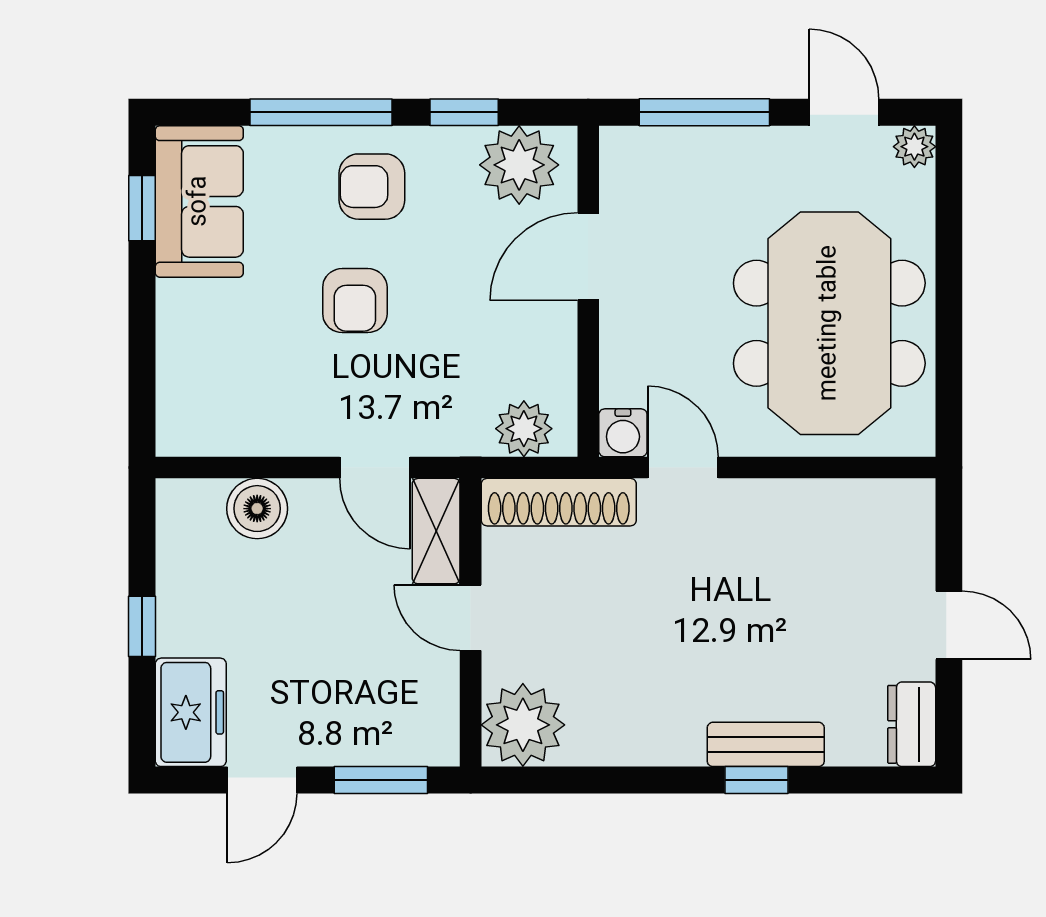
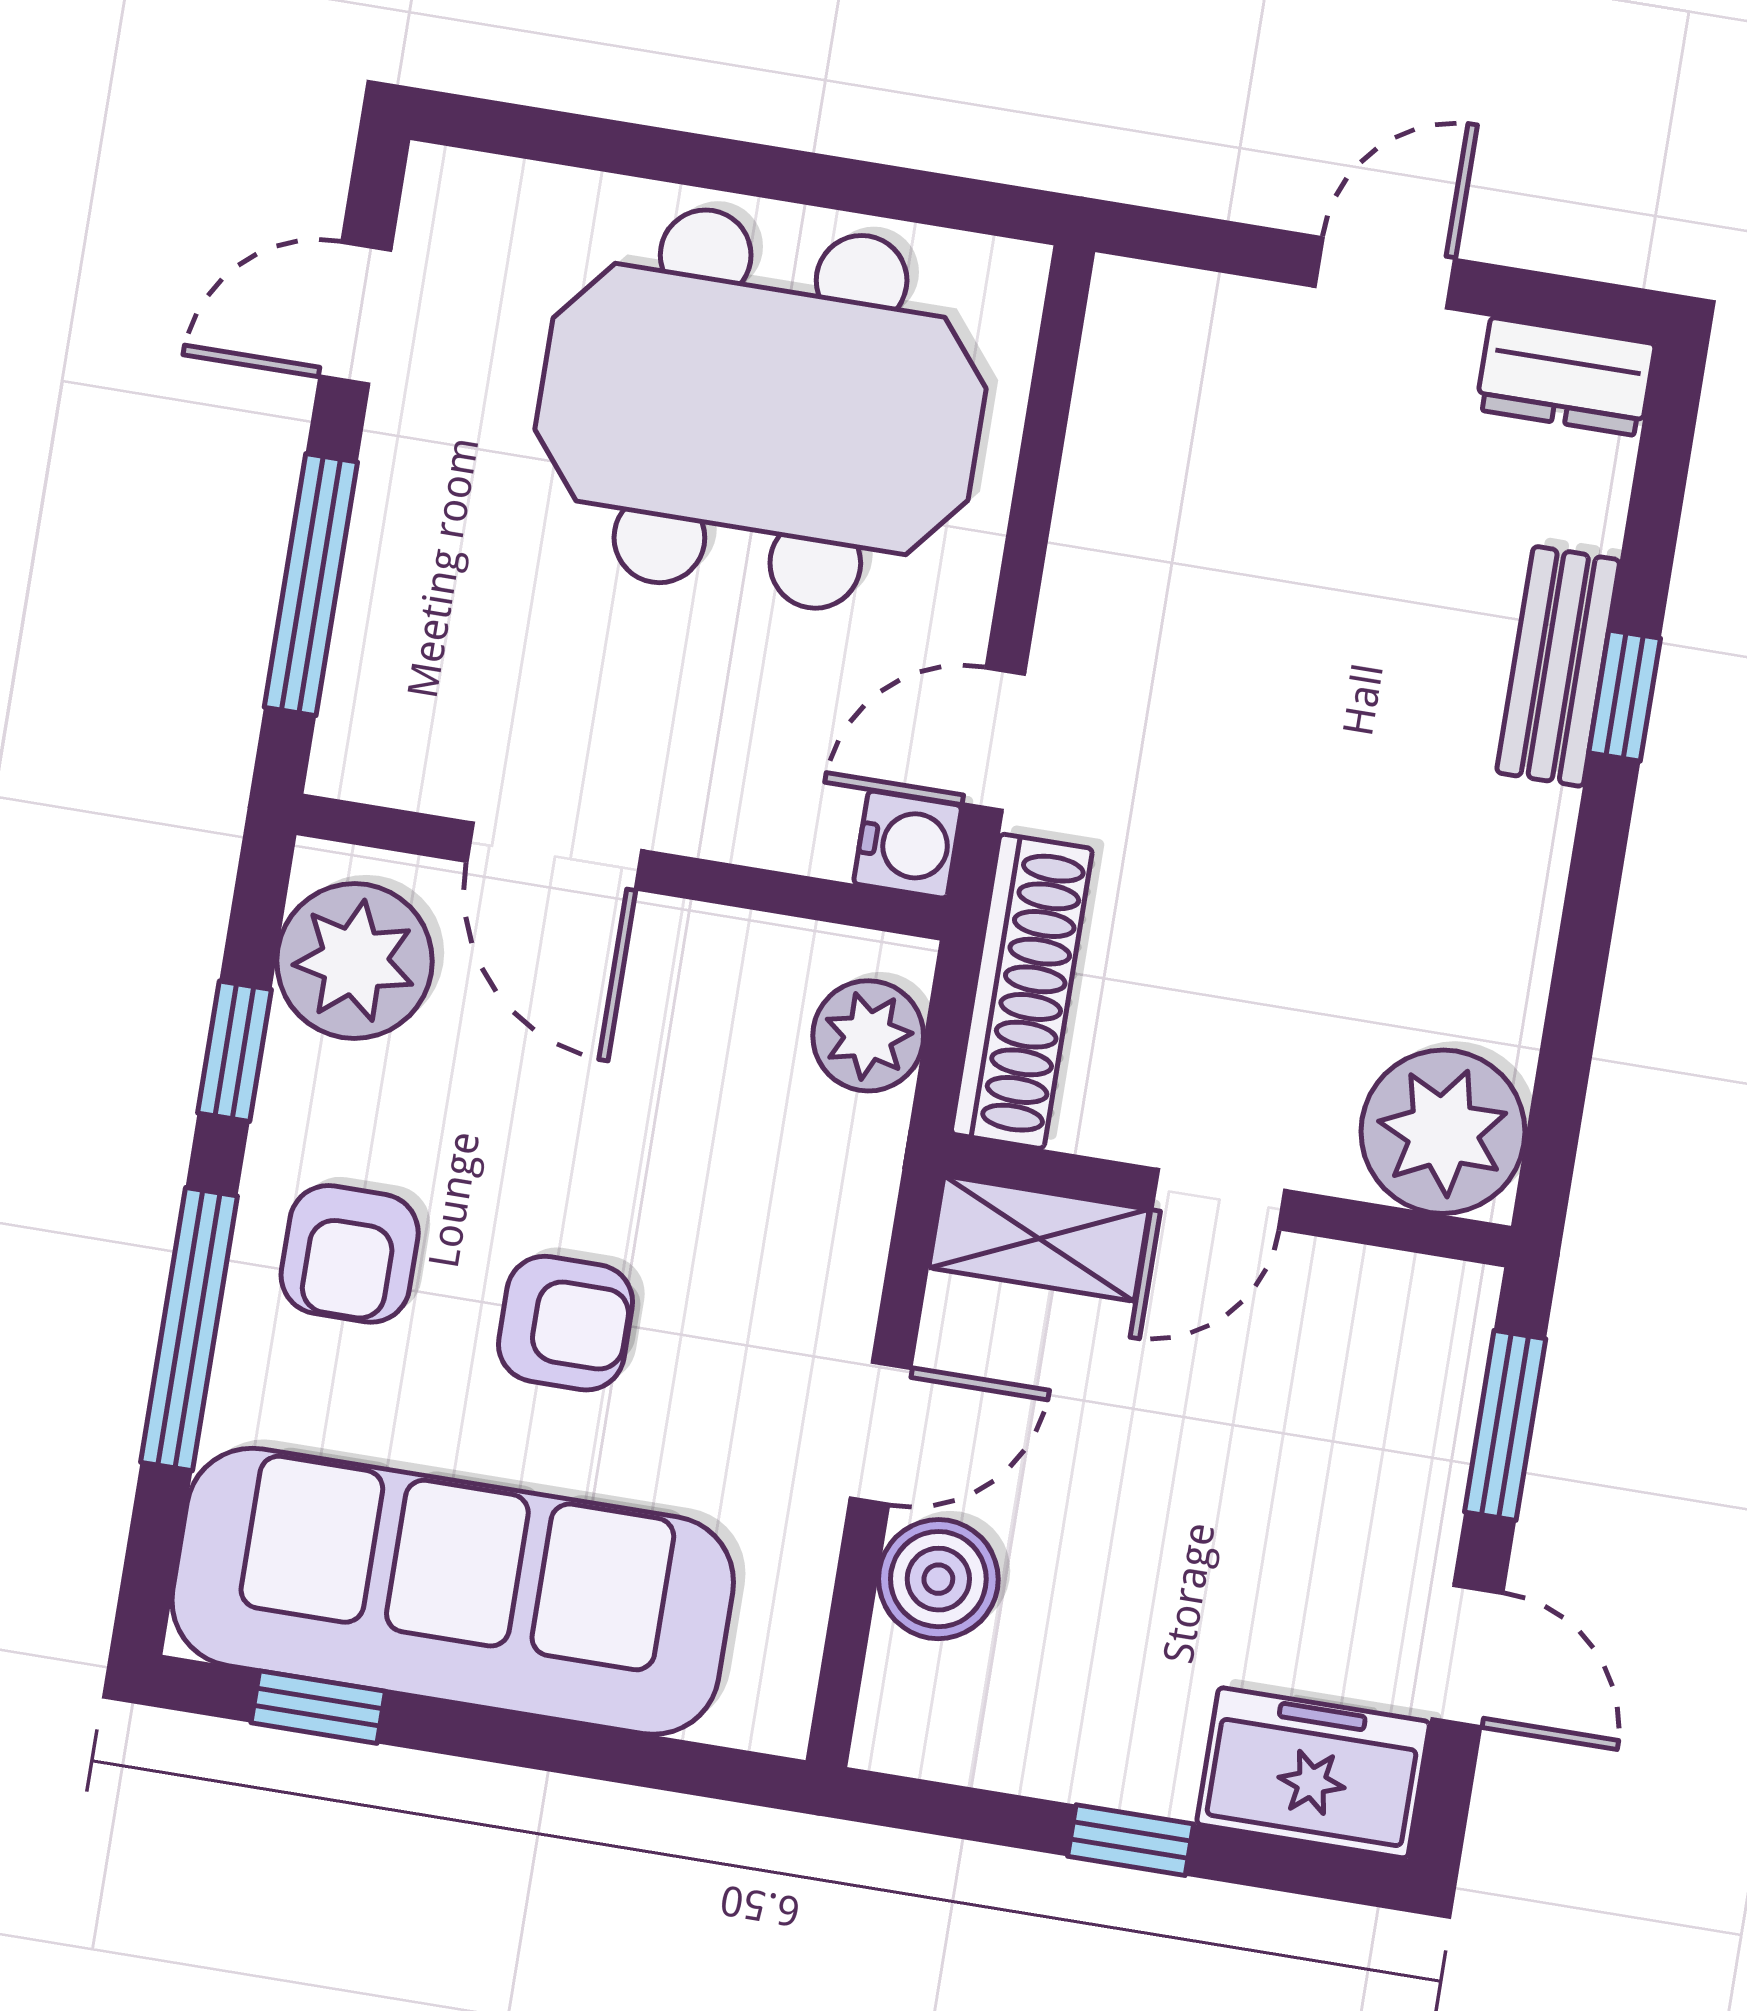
plant: (914, 147) -> (445, 188), removed
sofa: (199, 201) -> (453, 1591), width x1.85, depth x1.27
door: (375, 468) -> (880, 1433), moved

